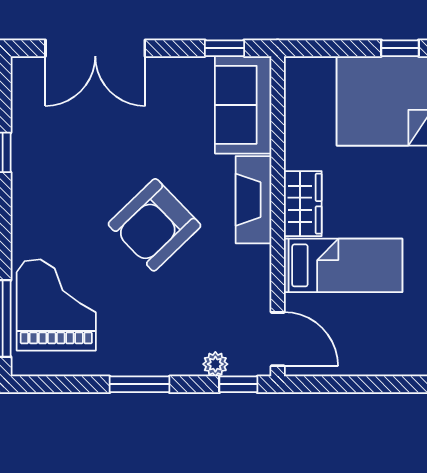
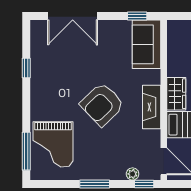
fireplace: (253, 200) -> (152, 107), moved
grand piano: (56, 305) -> (53, 144), turned 180

